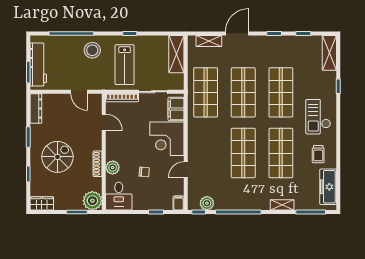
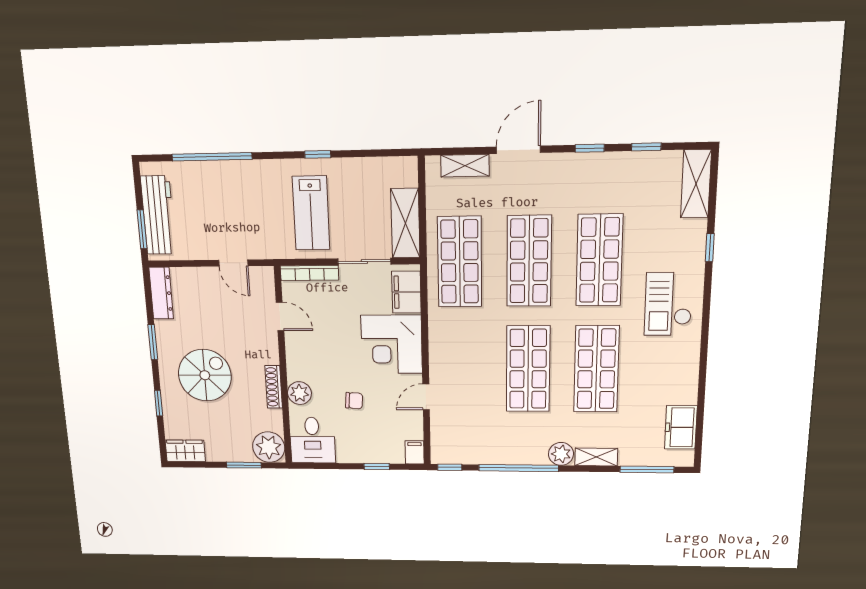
stool: (92, 50) -> (252, 187), removed
shelving: (176, 54) -> (405, 223), moved
trolley: (318, 154) -> (665, 371), removed
freezer: (328, 187) -> (681, 427), width x0.71
plant: (207, 203) -> (561, 454), moved

